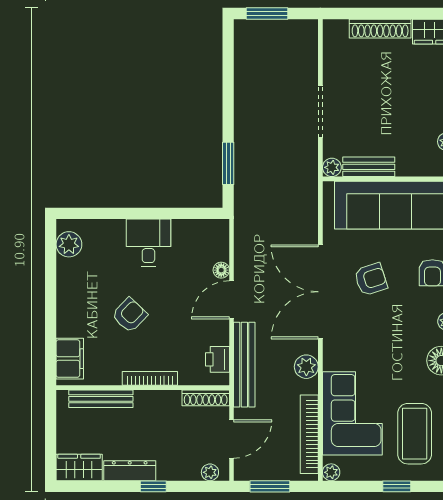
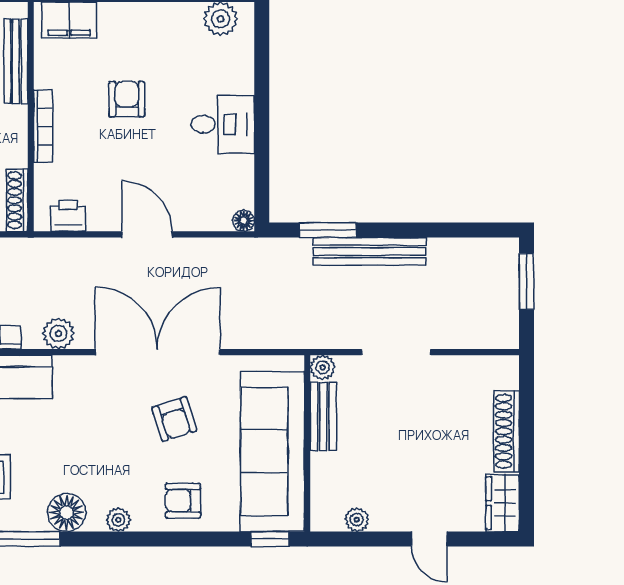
floor lamp: (221, 270) -> (244, 221), moved
armchair: (130, 315) -> (127, 99), turned -134
bench: (244, 365) -> (370, 251), moved

